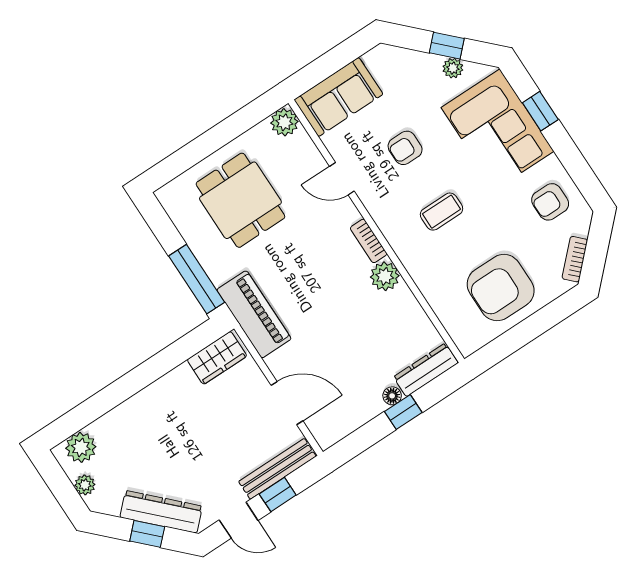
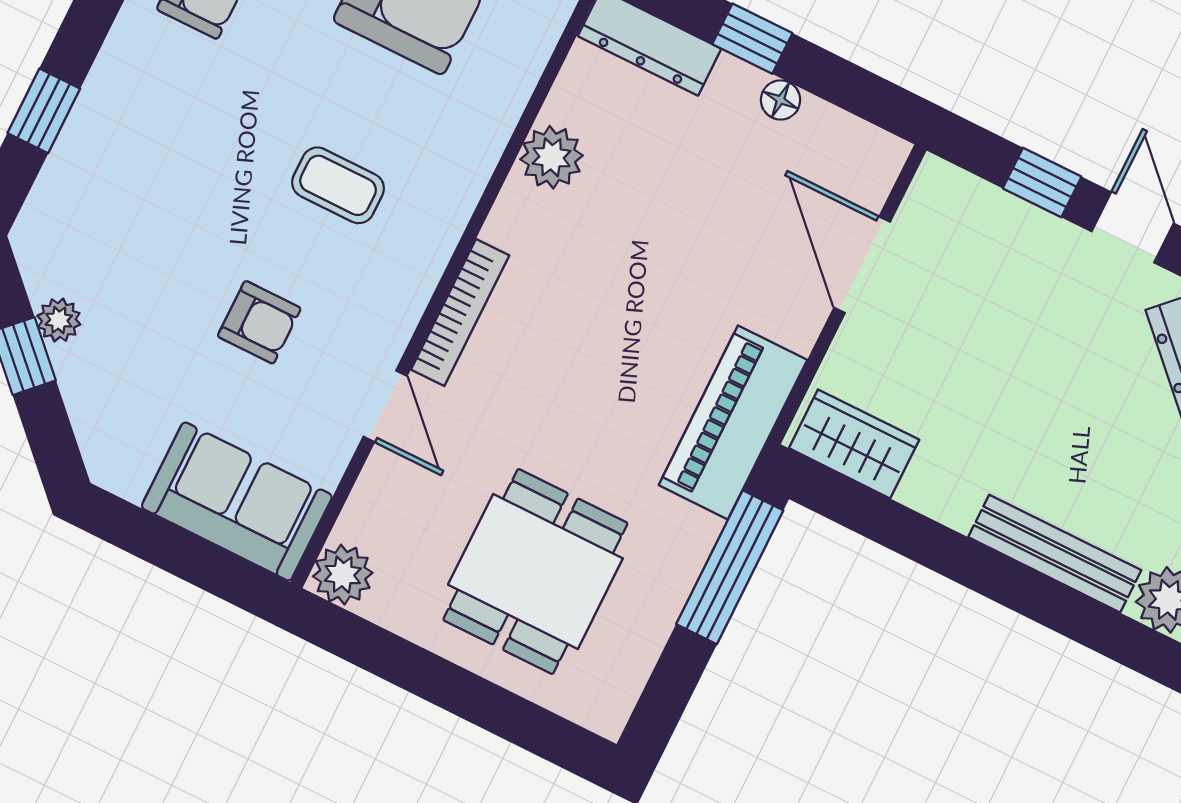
corner sofa: (498, 129) -> (124, 170), removed
bookcase: (369, 241) -> (460, 312), width x1.56
plant: (385, 276) -> (552, 157), moved
floor lamp: (392, 396) -> (781, 100), moved
bench: (277, 469) -> (1055, 554), moved

